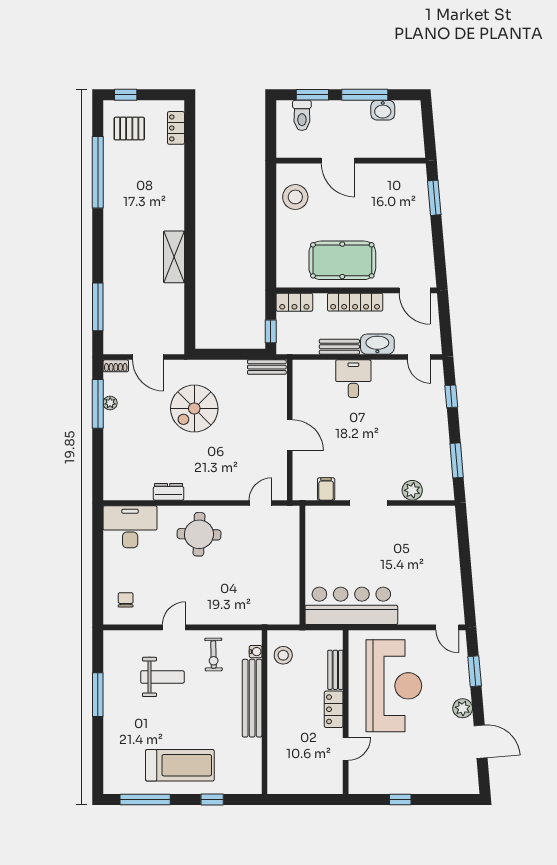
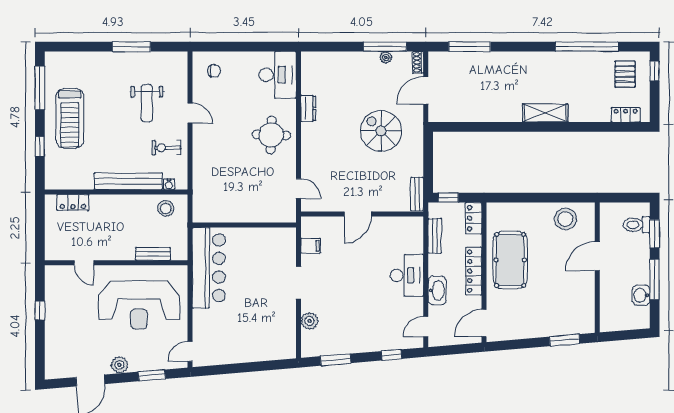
shelving: (174, 257) -> (545, 113), moved
bench: (339, 347) -> (435, 236), moved
desk: (353, 379) -> (407, 275), width x1.37
locker: (334, 709) -> (73, 202), moved, turned 180

